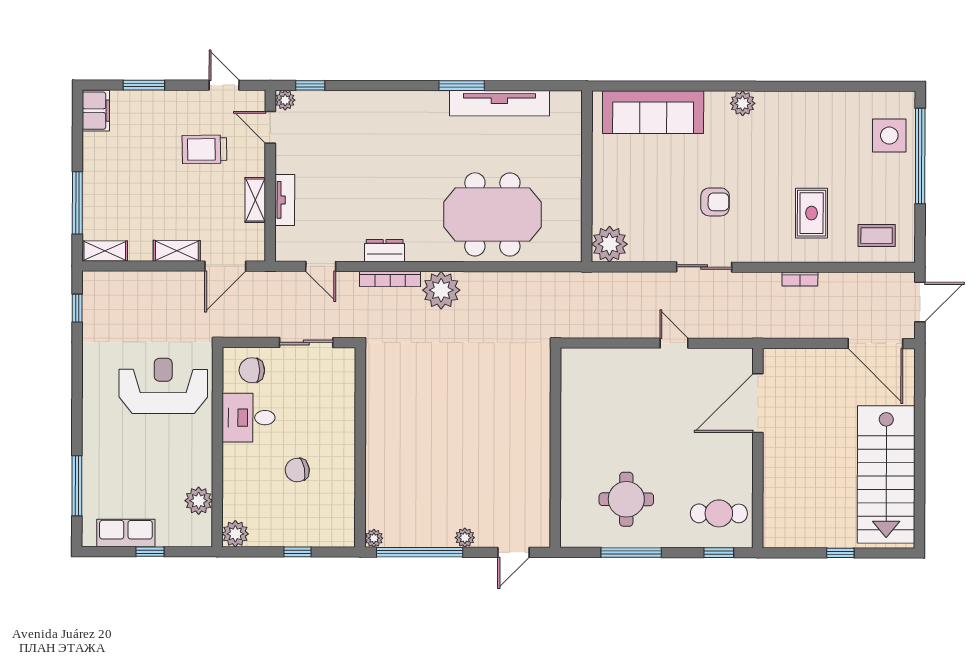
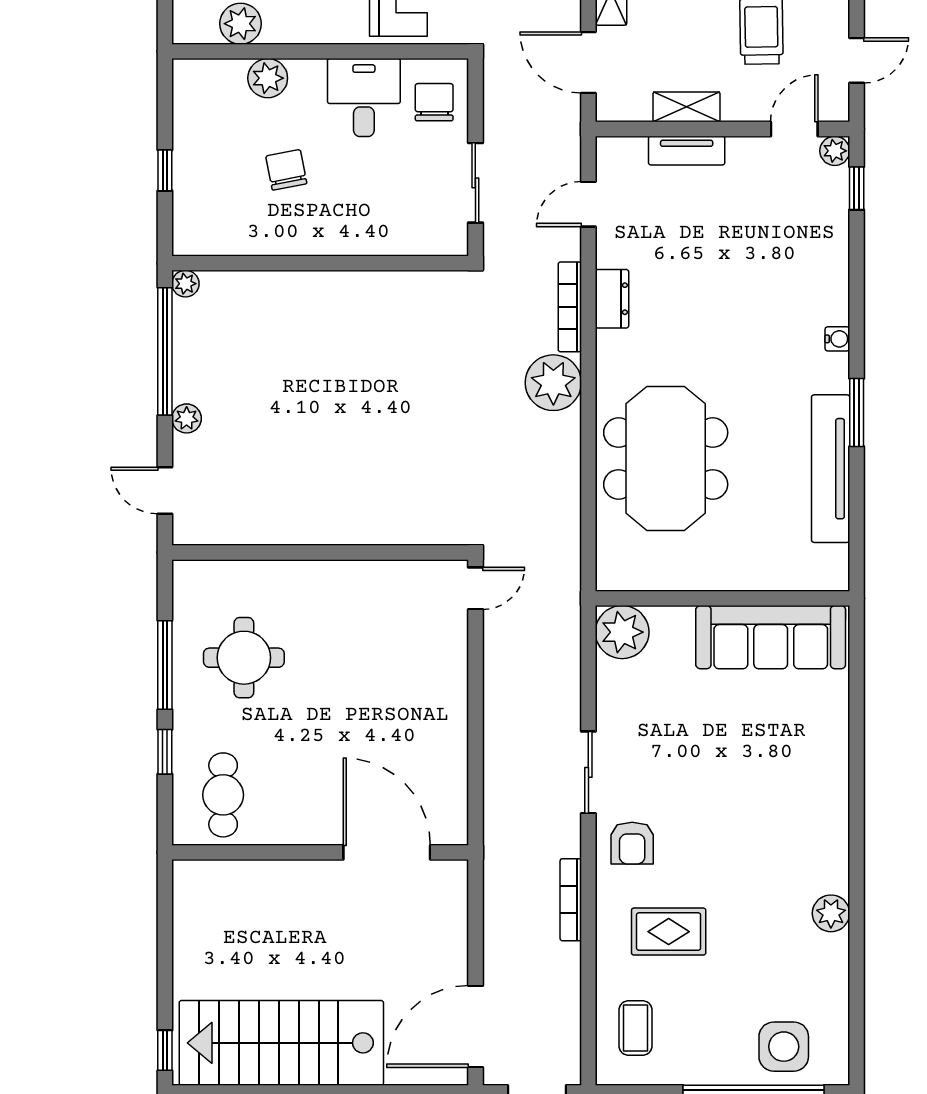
water cooler: (412, 98) -> (837, 339), added
plant: (743, 103) -> (831, 913), moved
sofa: (653, 112) -> (771, 637), moved, turned -90
armchair: (715, 202) -> (632, 843), moved
bookcase: (800, 279) -> (571, 900), width x1.56
door: (674, 343) -> (475, 588), moved
plant: (235, 534) -> (268, 78), moved
window: (719, 553) -> (165, 752), moved
window: (840, 553) -> (165, 1050), moved

